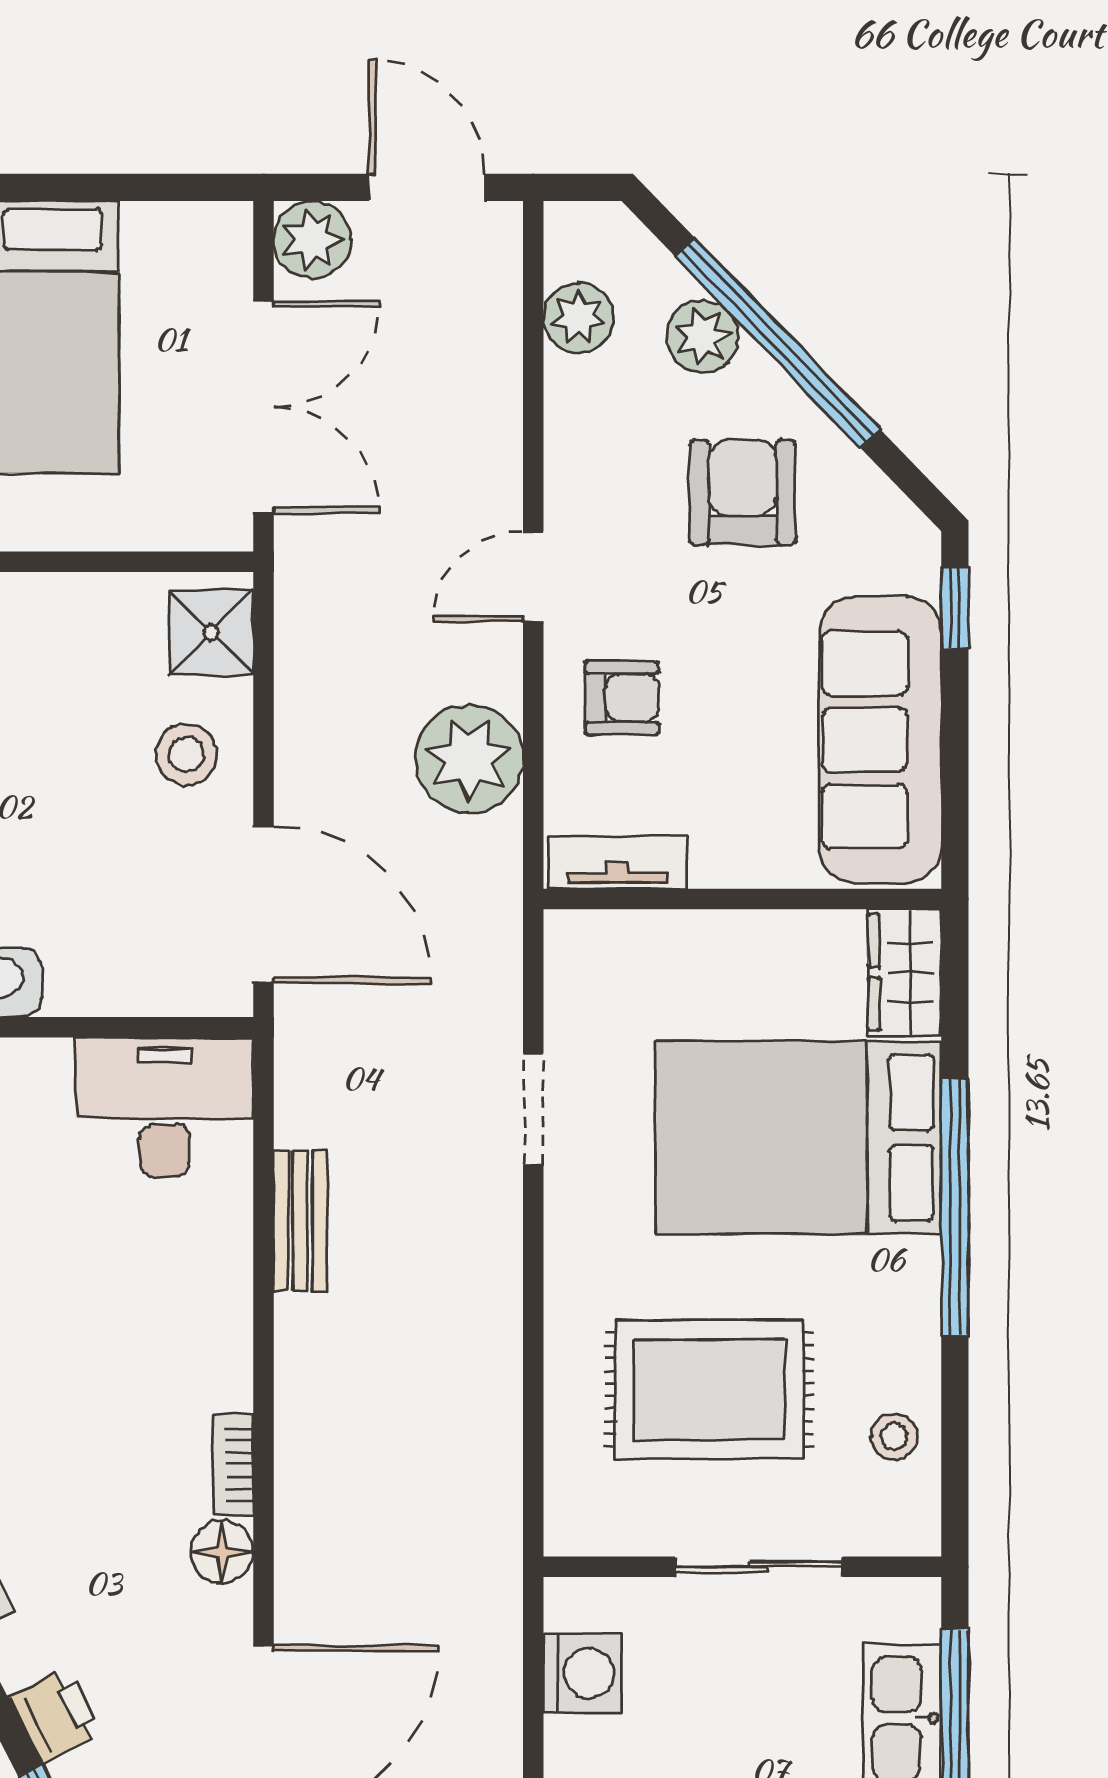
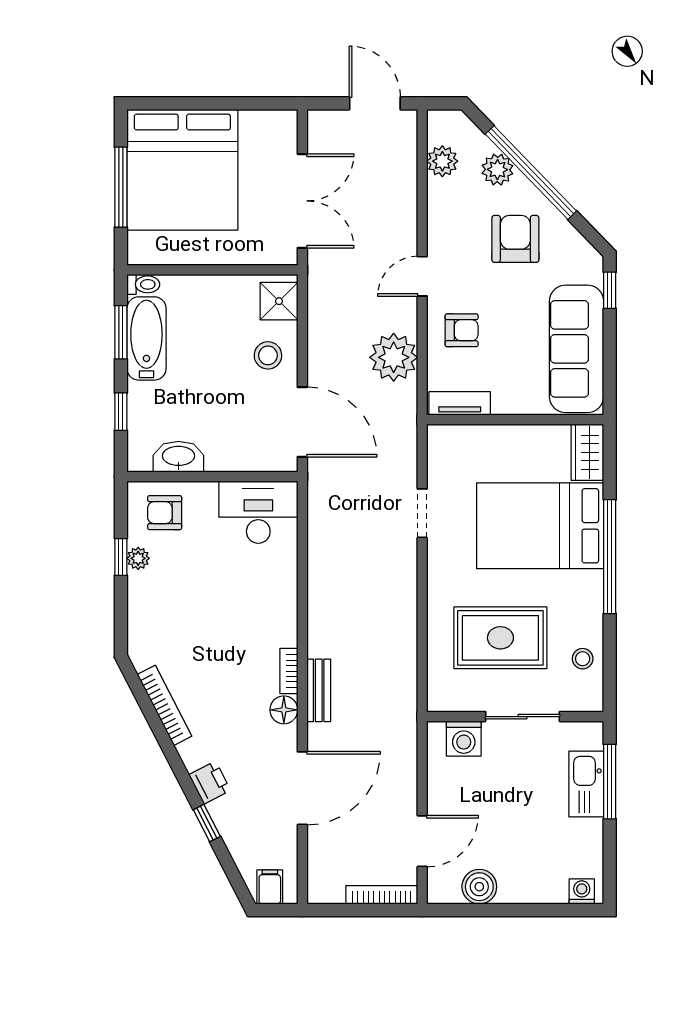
plant: (312, 240) -> (324, 127), removed
bench: (300, 1221) -> (319, 690), moved
washing machine: (583, 1673) -> (464, 739), moved, turned 90

